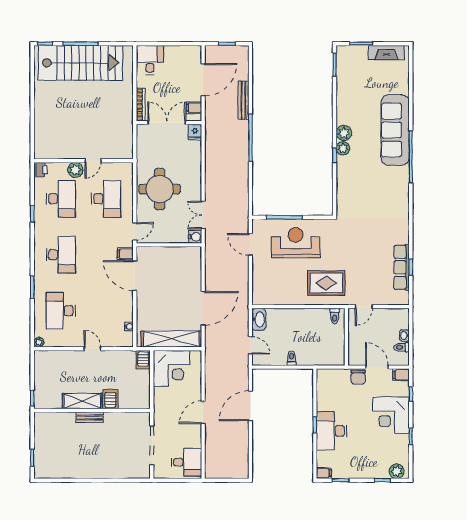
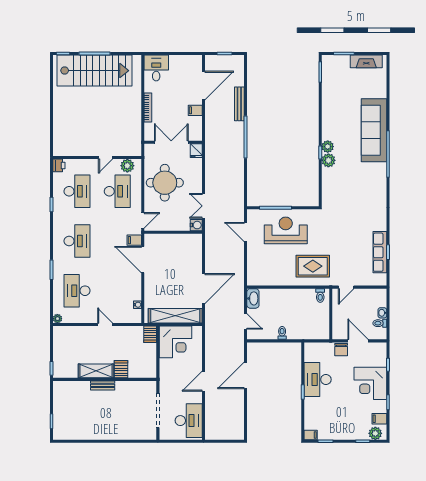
double door: (167, 123) -> (171, 142), moved
wall: (169, 123) -> (173, 142), moved
fridge: (195, 132) -> (196, 151), moved
plant: (344, 133) -> (328, 160), moved
plant: (75, 170) -> (127, 166), moved
filing cabinet: (401, 375) -> (379, 419), moved
desk: (332, 431) -> (318, 379), moved
desk: (186, 462) -> (189, 421), width x1.37

